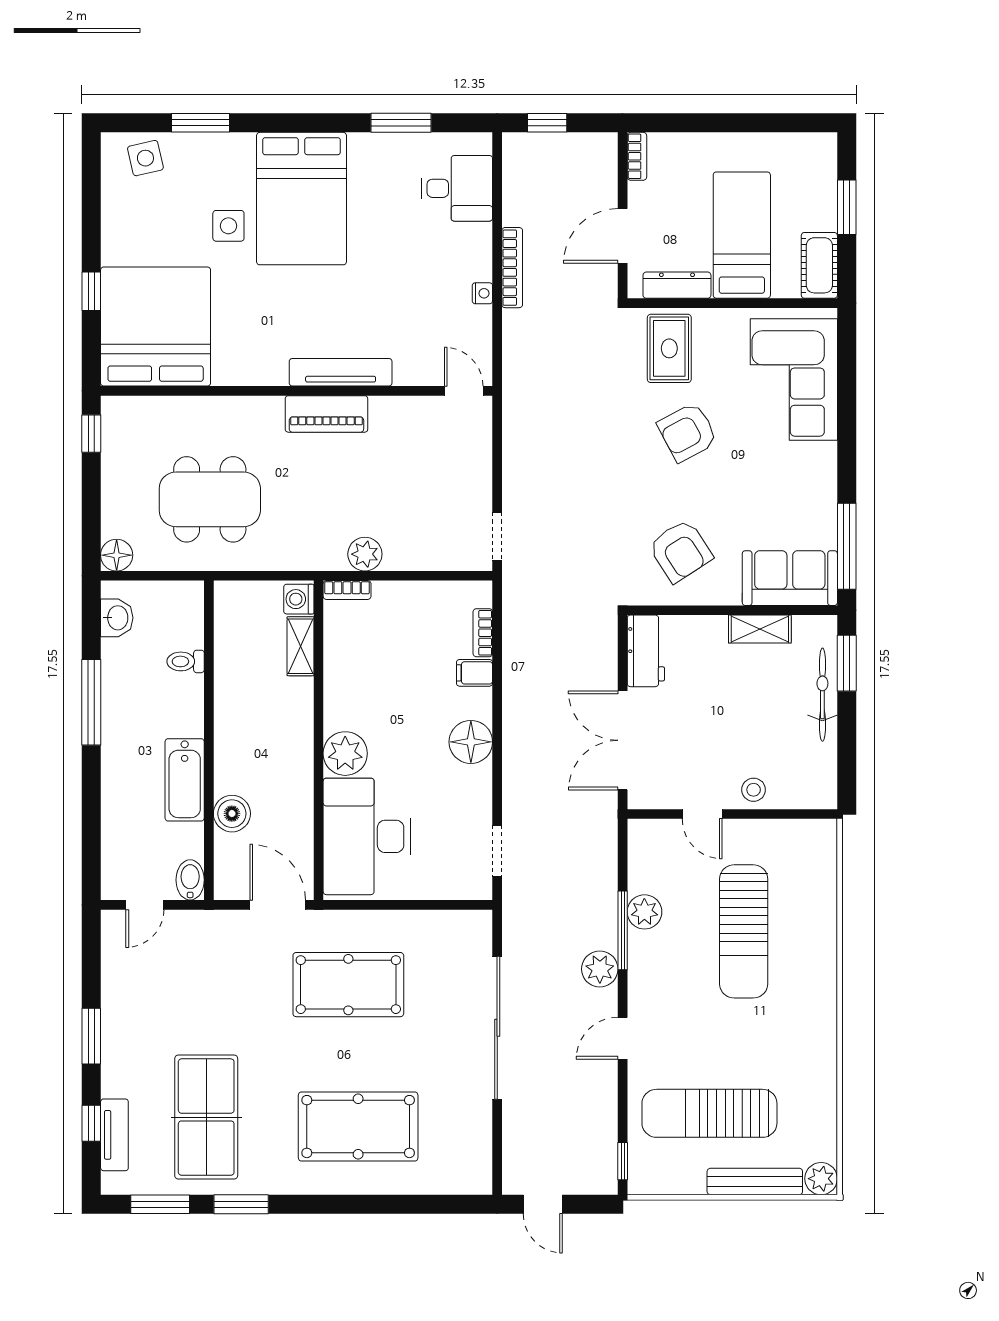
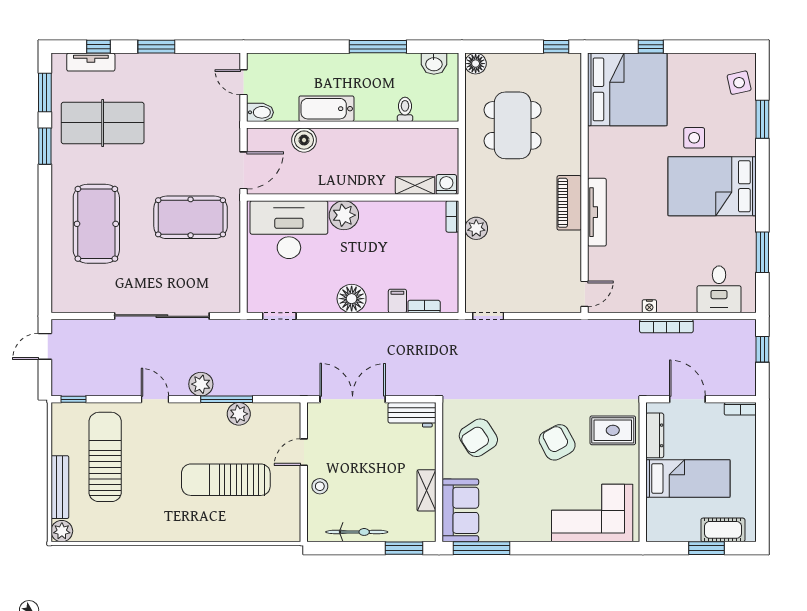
cot: (819, 265) -> (723, 530), moved
bicycle: (822, 695) -> (357, 532), moved
pool table: (348, 985) -> (191, 217), turned 90

